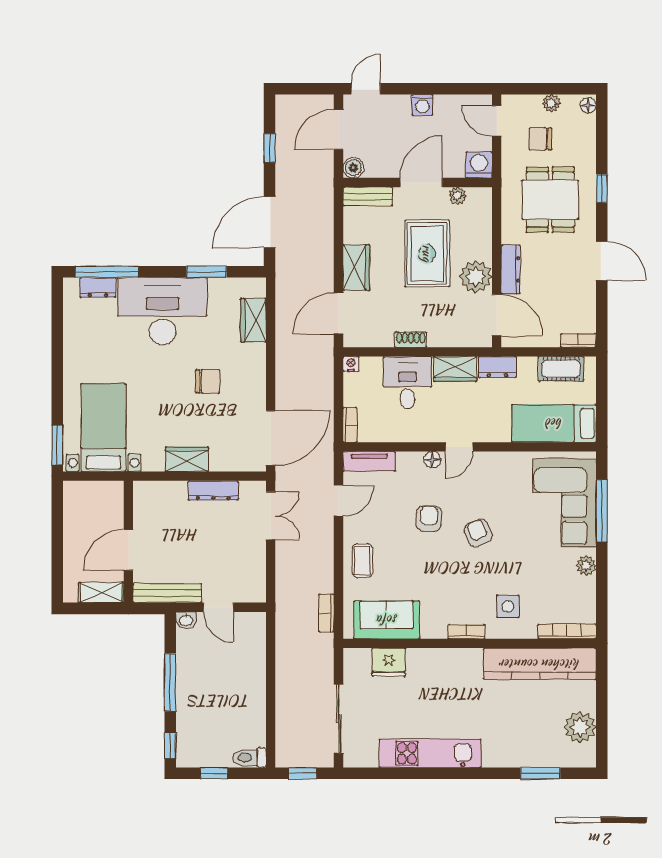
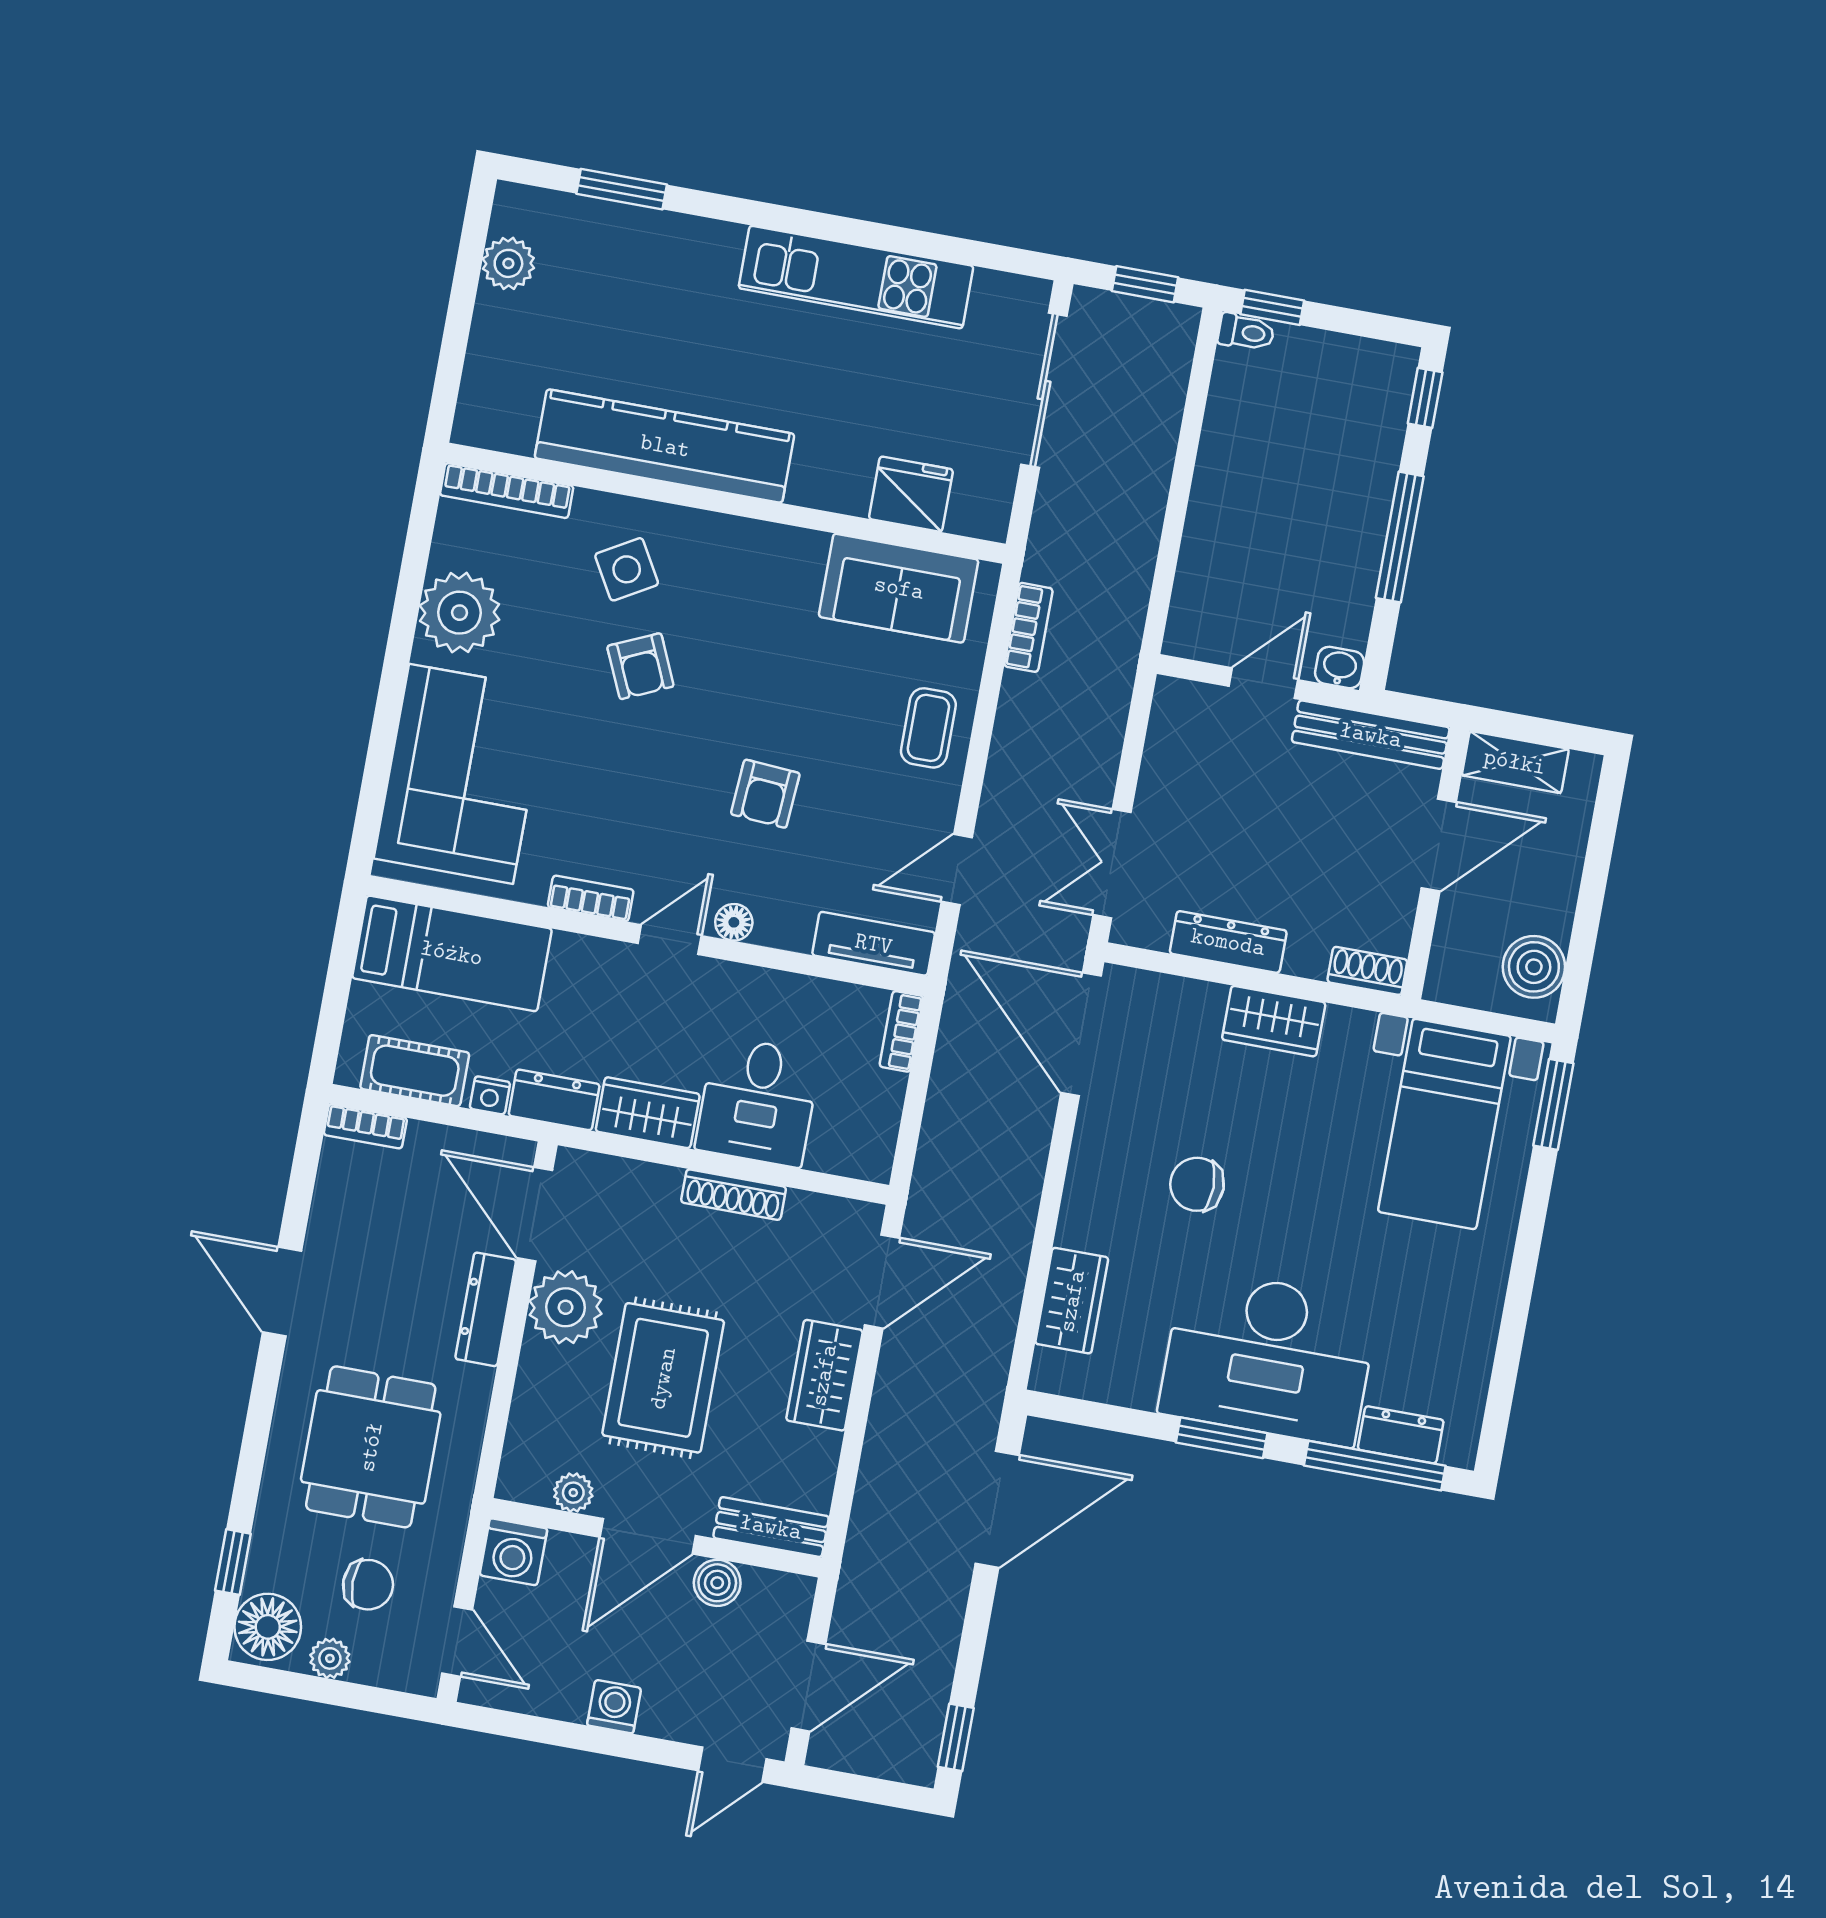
floor lamp: (588, 105) -> (268, 1627), width x1.89, depth x1.89
window: (270, 148) -> (956, 1737), moved
boiler: (353, 168) -> (717, 1583), moved
window: (602, 189) -> (233, 1562), moved
window: (206, 272) -> (1222, 1438), moved
shoe rack: (411, 340) -> (734, 1195), width x1.43
nightstand: (351, 364) -> (490, 1095), moved
door: (271, 438) -> (1081, 1034), hinge flipped
shoe rack: (150, 489) -> (1367, 971), added
boiler: (77, 504) -> (1534, 967), added
window: (602, 511) -> (382, 742), removed
armchair: (478, 533) -> (640, 666), moved
plant: (586, 566) -> (459, 613), width x1.88, depth x1.88
side table: (508, 606) -> (627, 569), turned -30
door: (218, 607) -> (1263, 683), hinge flipped
bookcase: (466, 632) -> (591, 898), moved, turned 180
kitchen counter: (540, 664) -> (665, 446), moved
plant: (580, 727) -> (508, 263), width x0.73, depth x0.73
toilet: (250, 758) -> (1246, 332), width x0.73, depth x0.72
window: (214, 773) -> (1272, 307), moved

